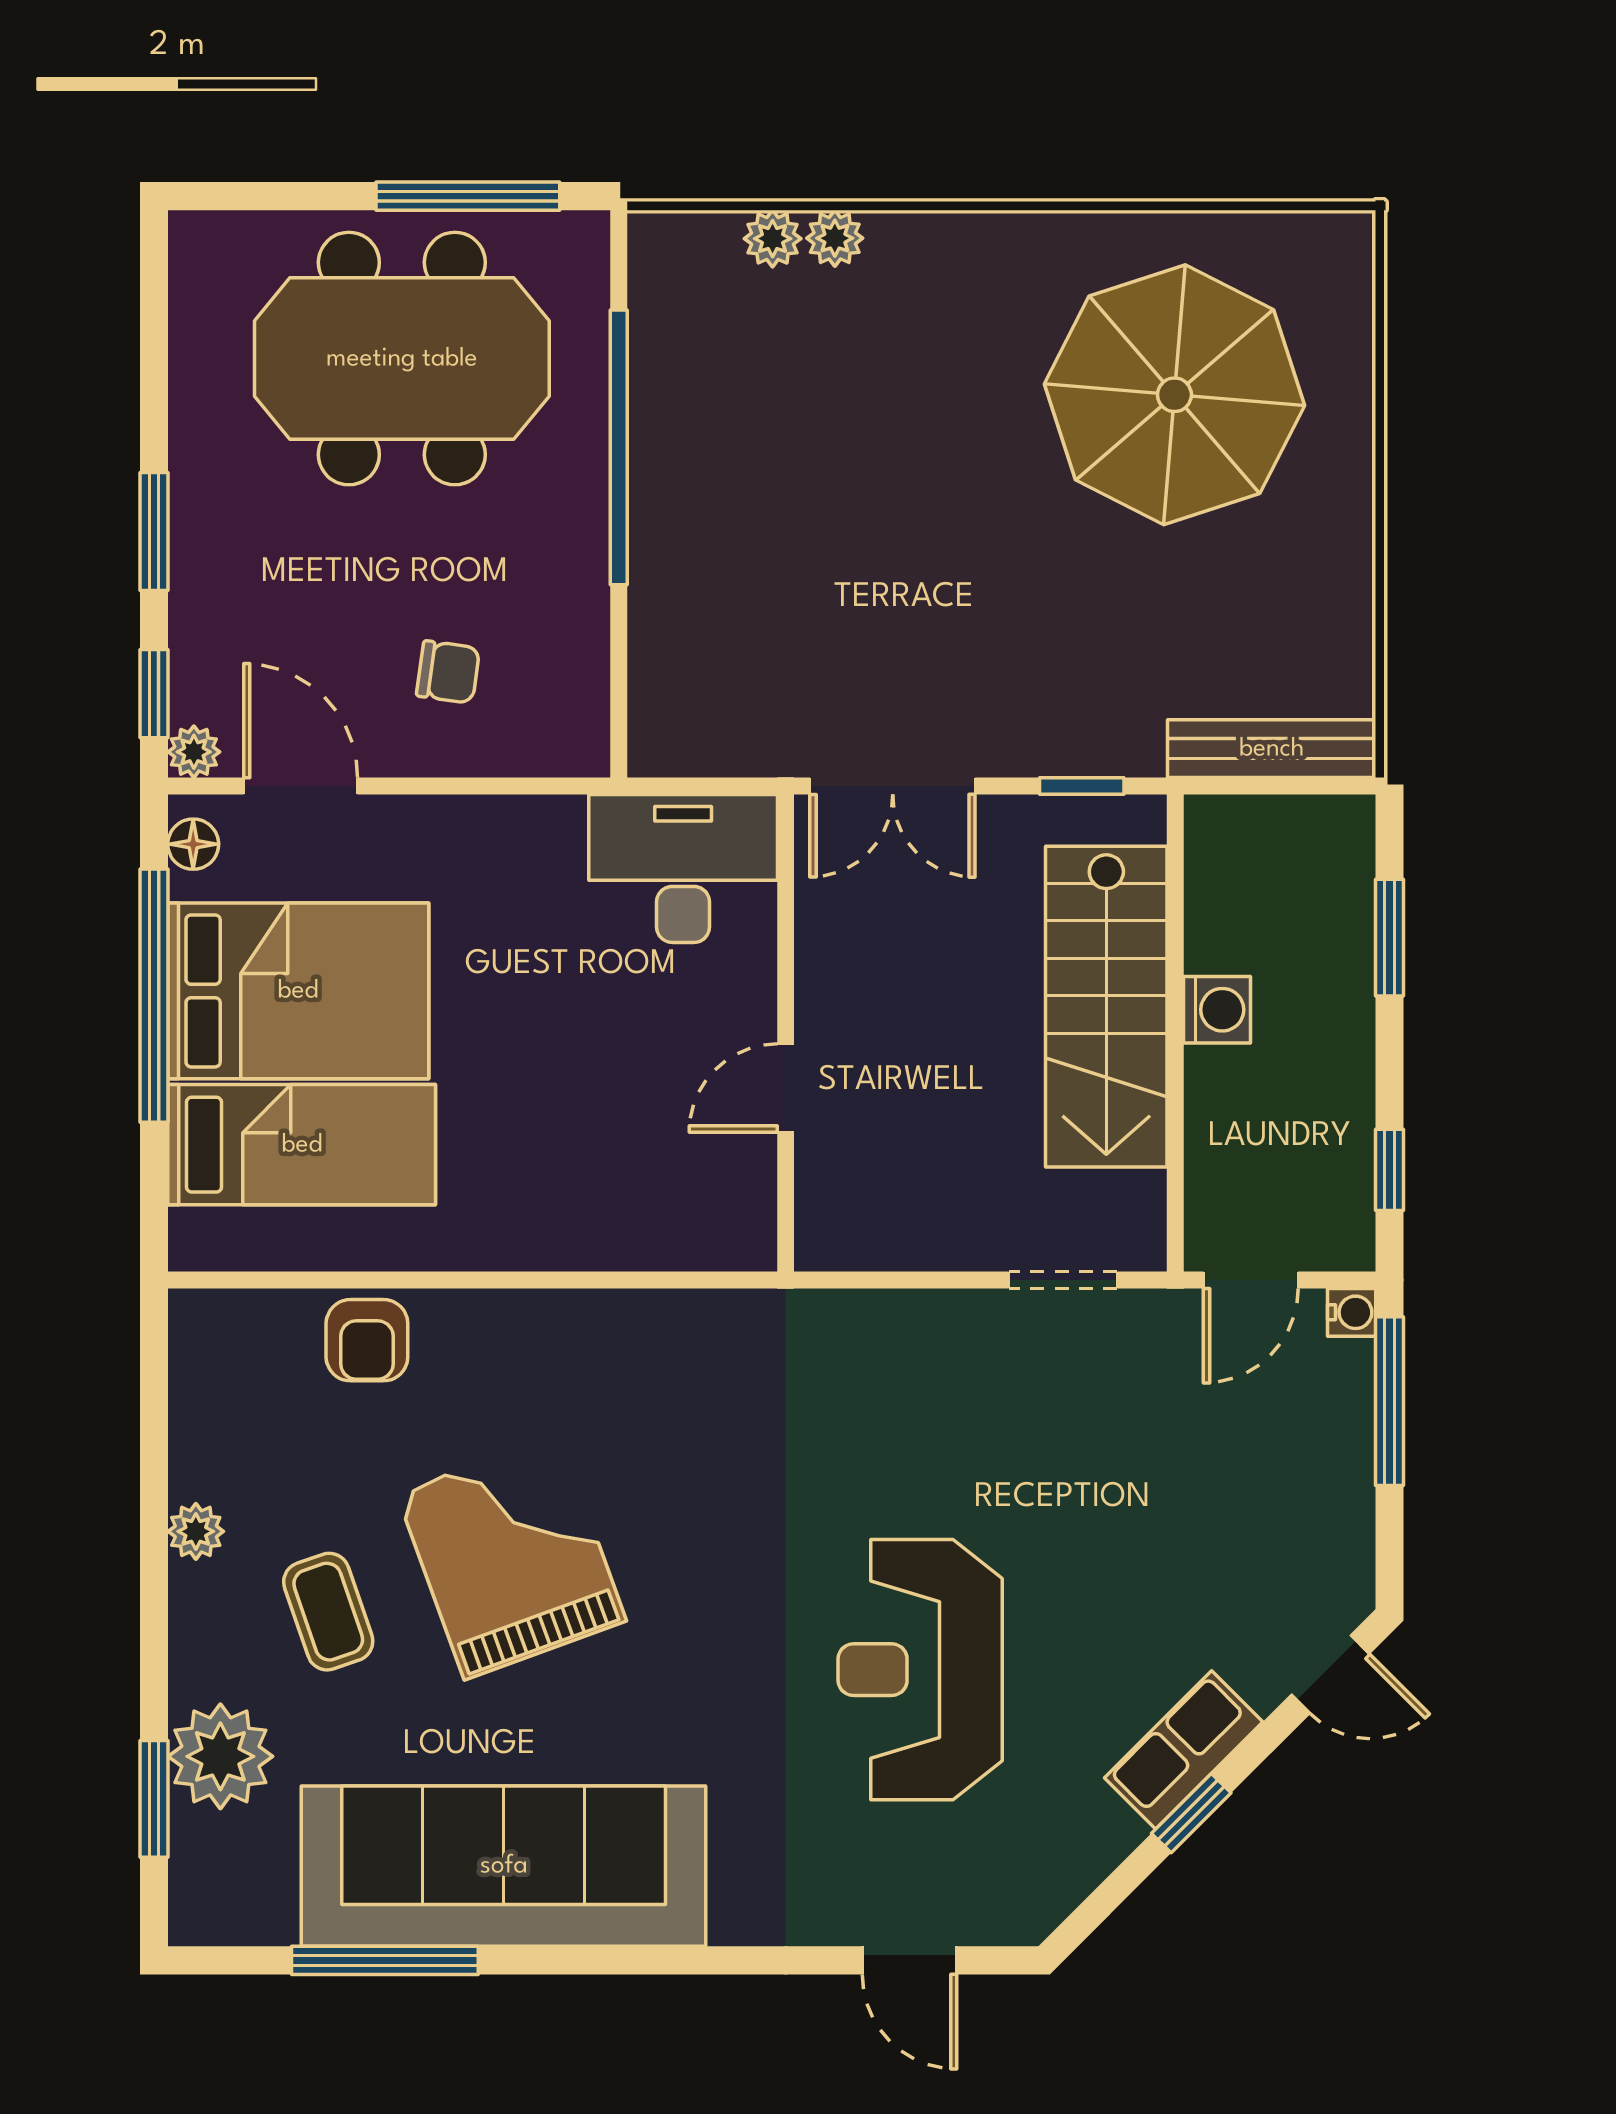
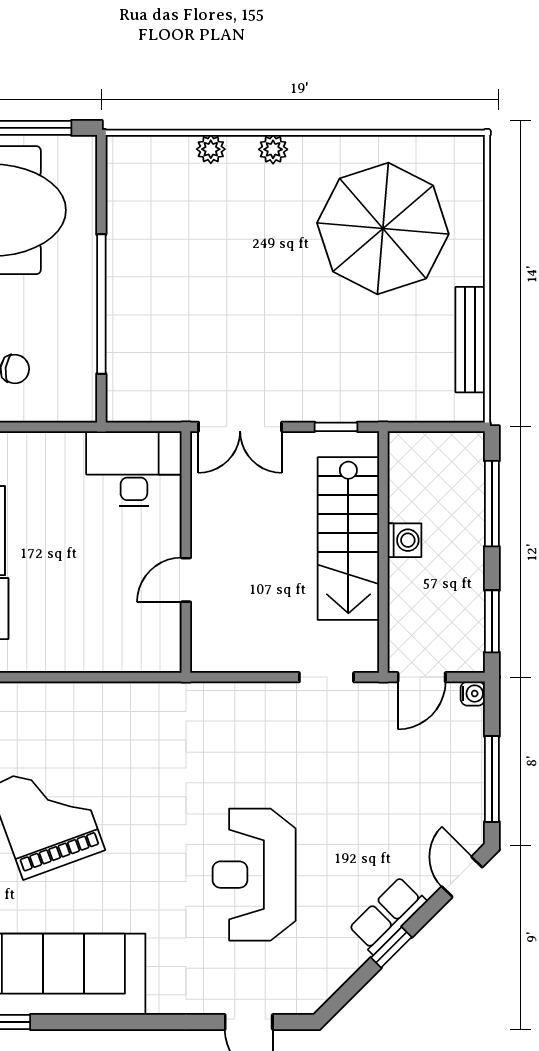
plant: (773, 239) -> (273, 149), moved
window: (619, 447) -> (101, 304), moved
bench: (1272, 749) -> (470, 340), moved, turned 90
window: (1389, 938) -> (492, 504), width x1.44
window: (1389, 1170) -> (492, 621), width x1.50
window: (1389, 1401) -> (492, 779), moved
door: (1330, 1674) -> (462, 877), swing flipped

